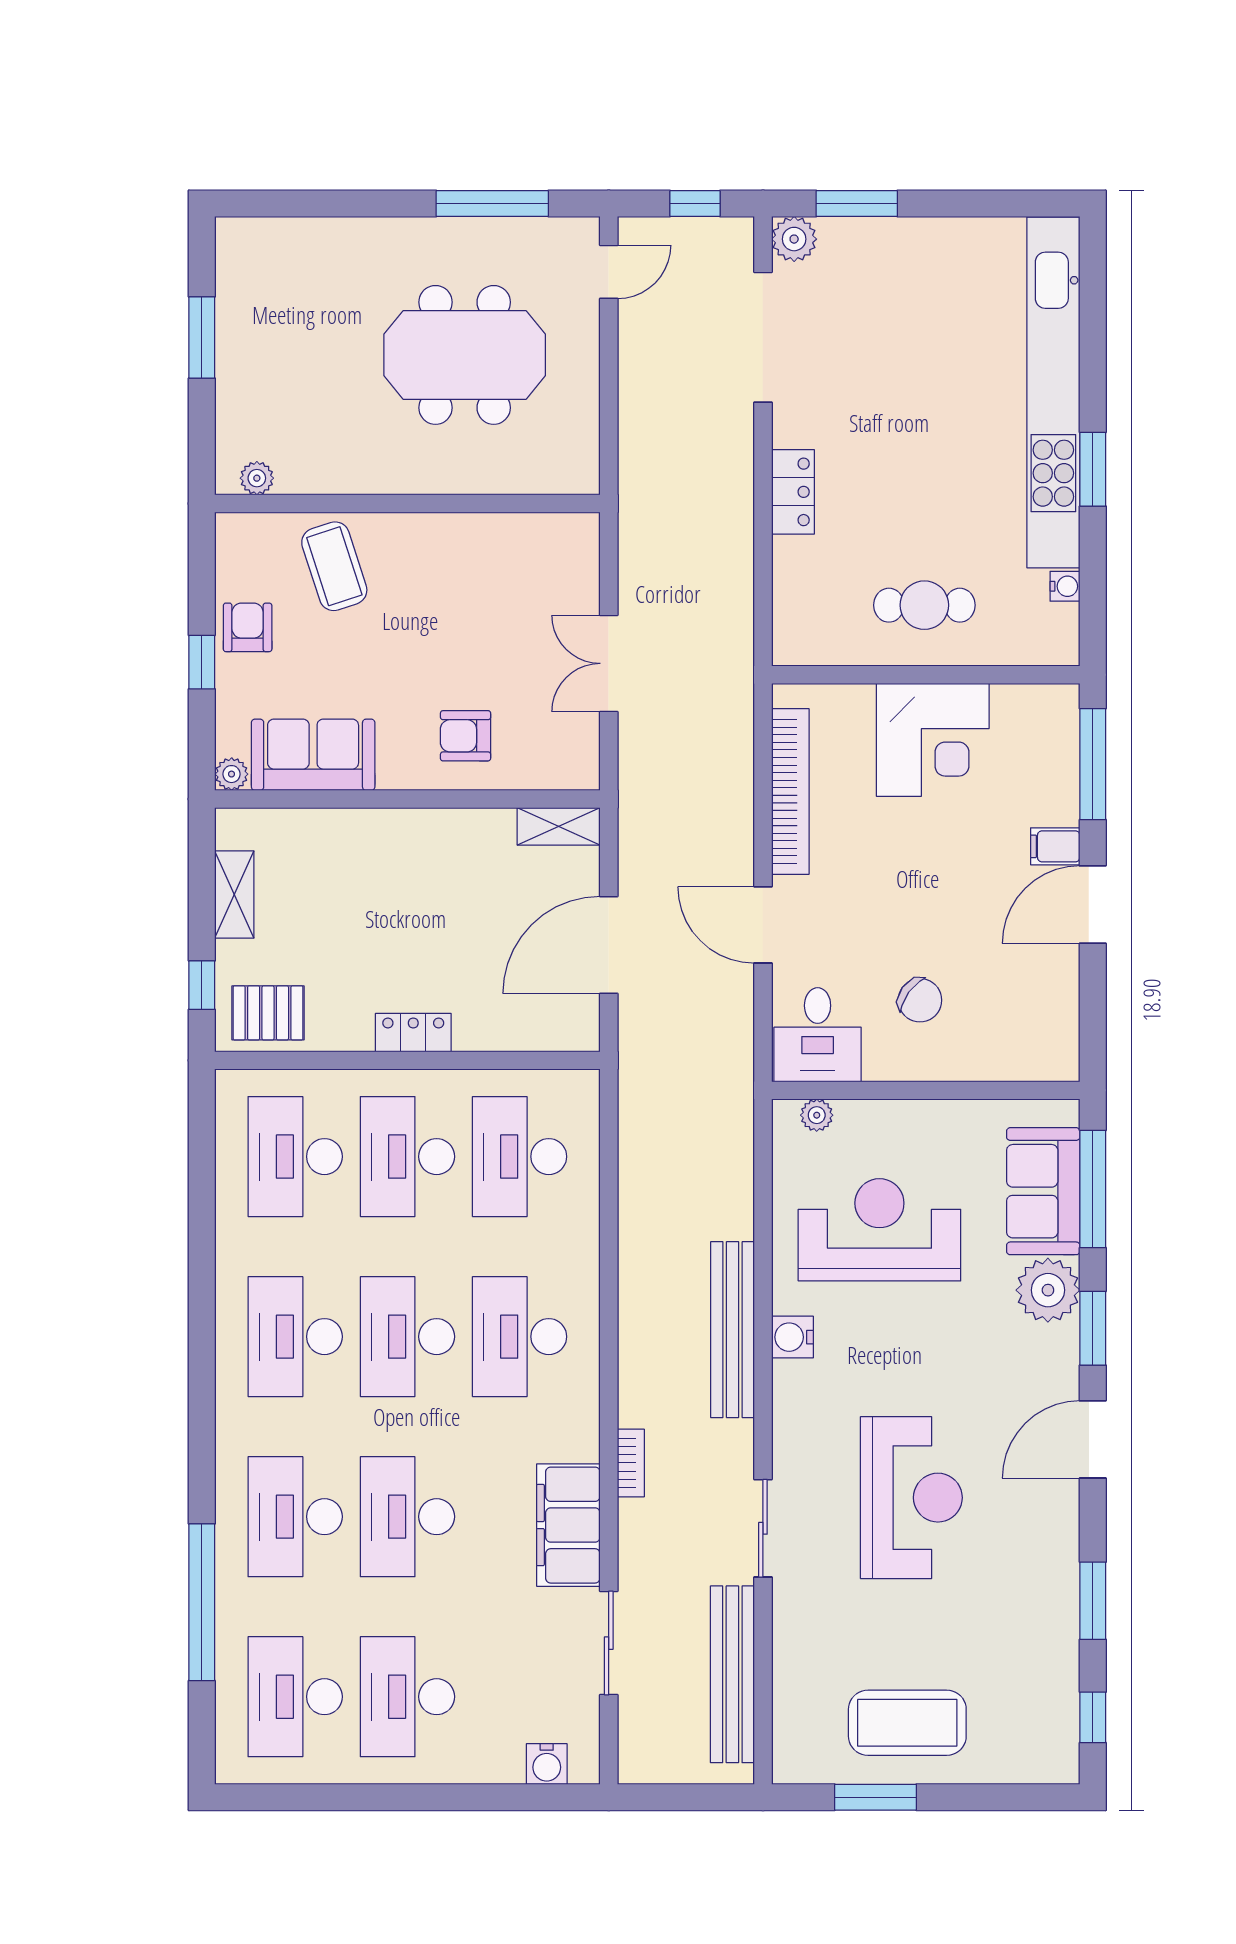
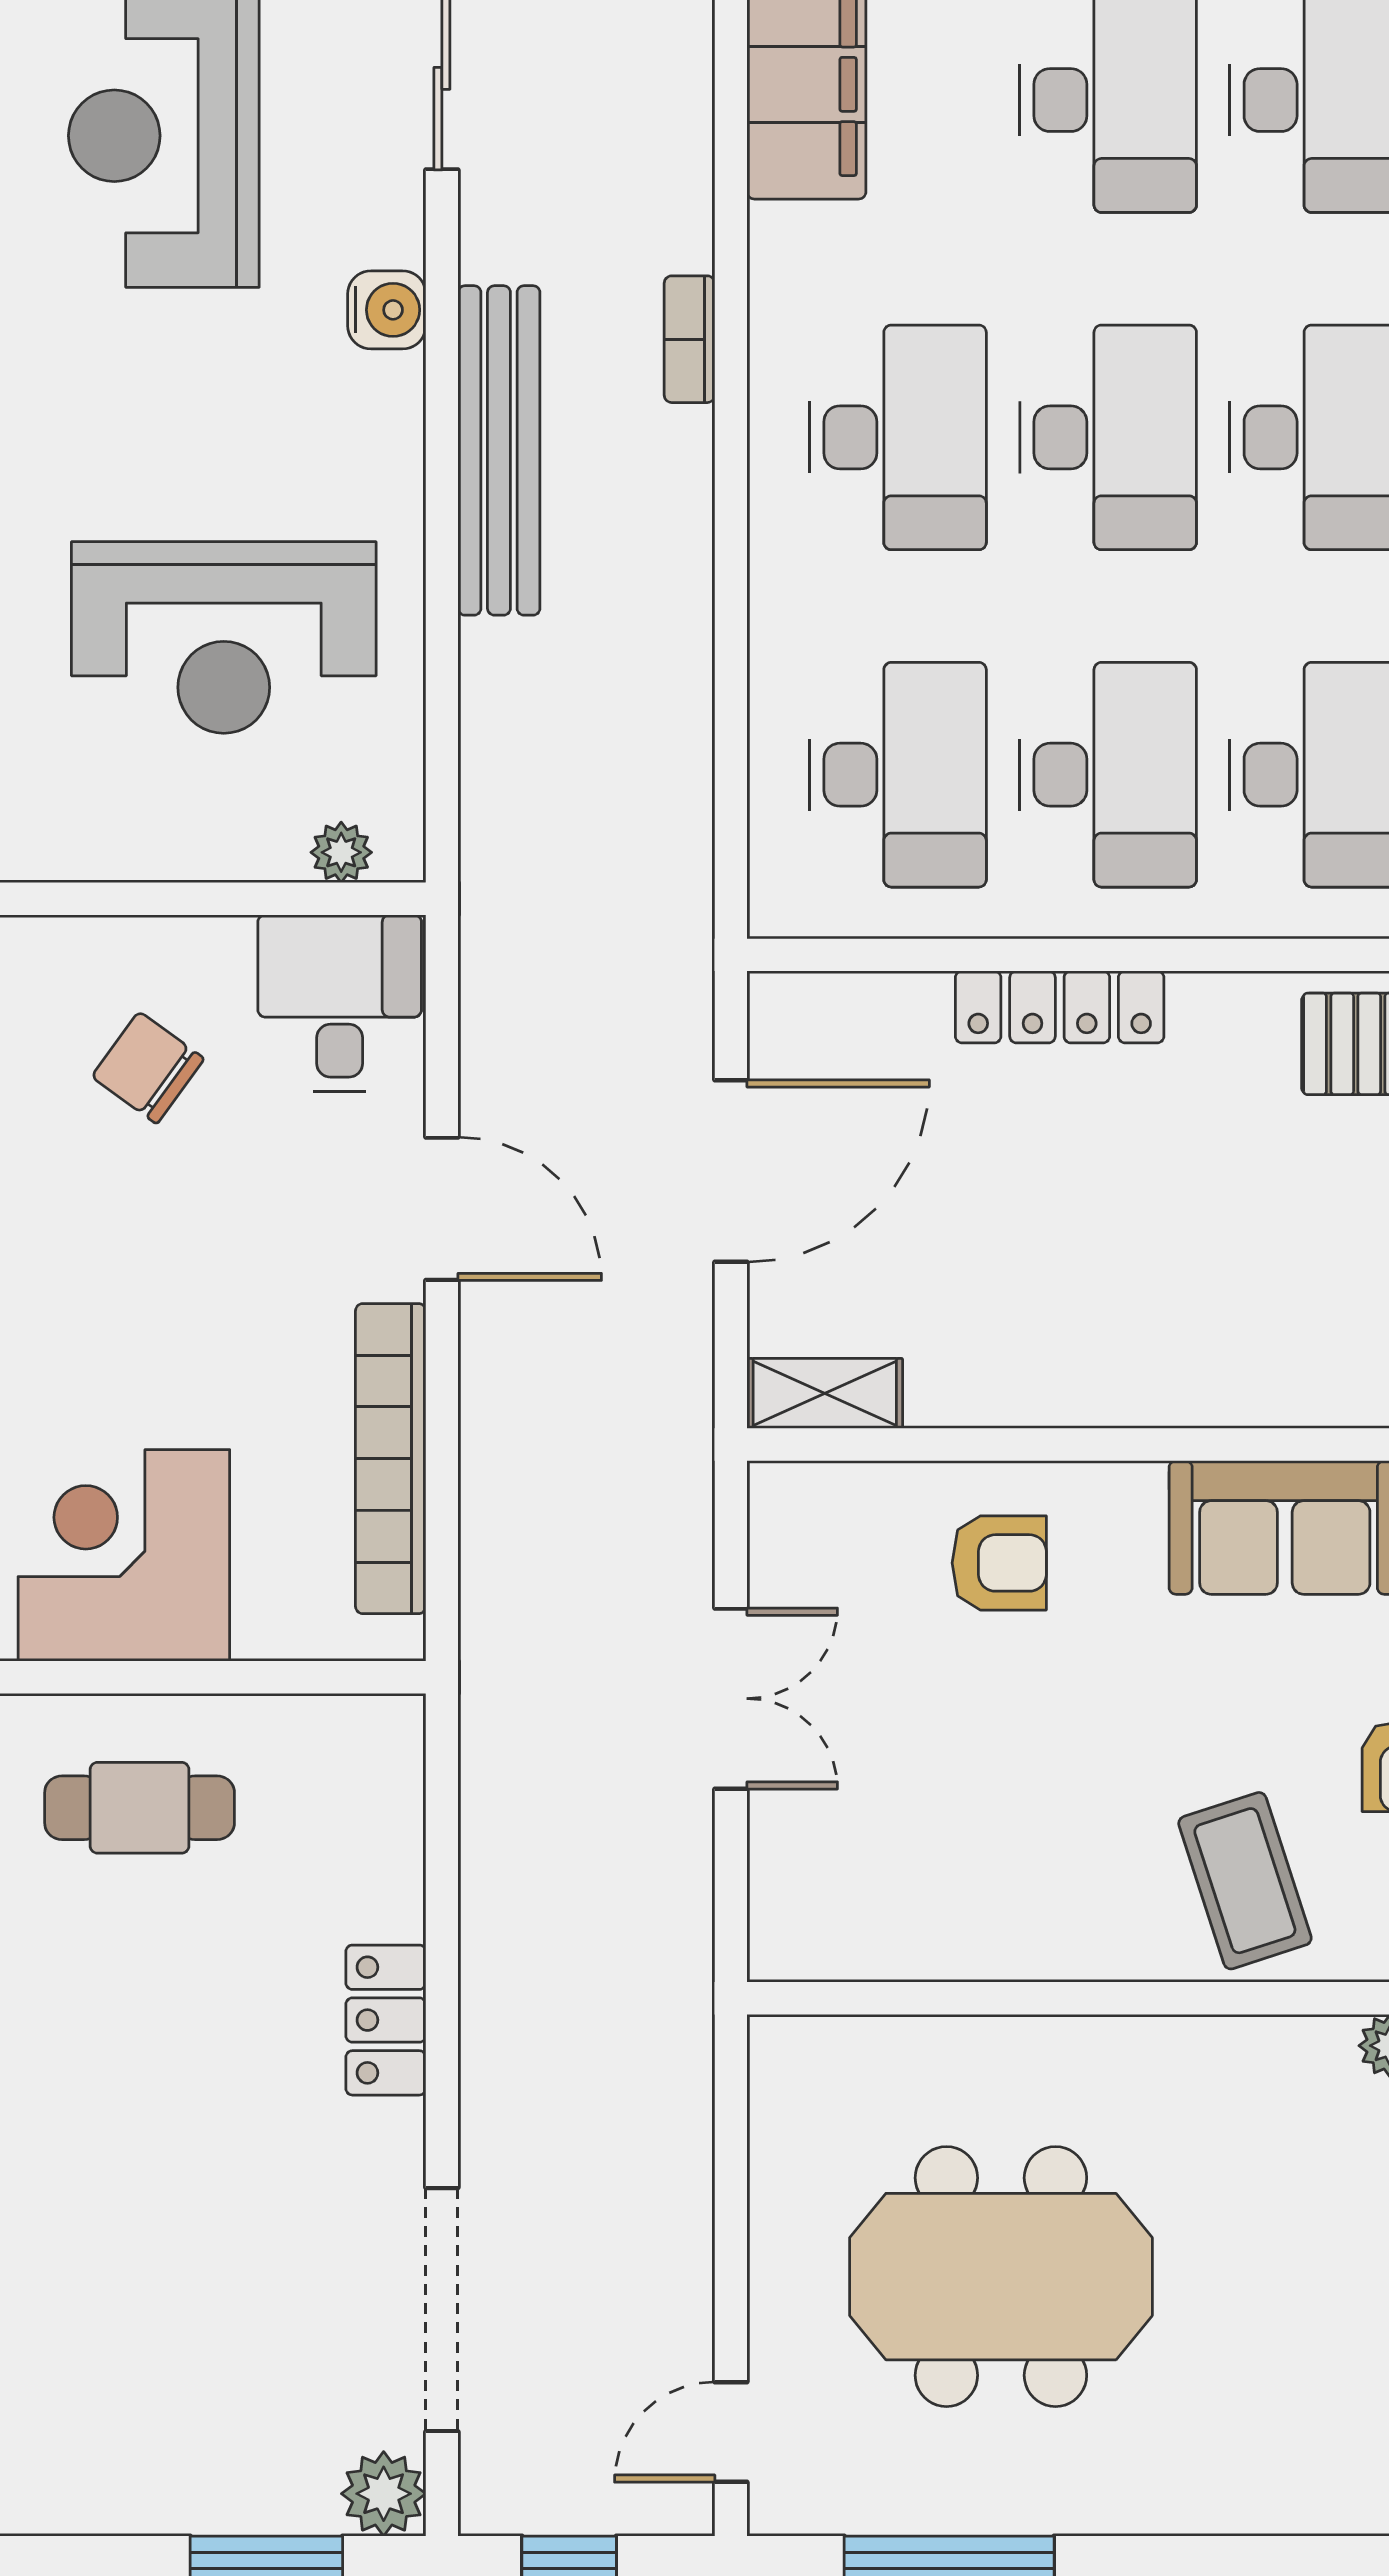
locker: (413, 1033) -> (1060, 1007), width x1.53
water cooler: (792, 1337) -> (387, 310), moved
bookcase: (631, 1463) -> (689, 339), moved

